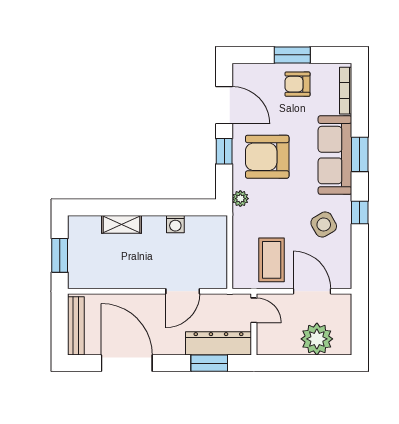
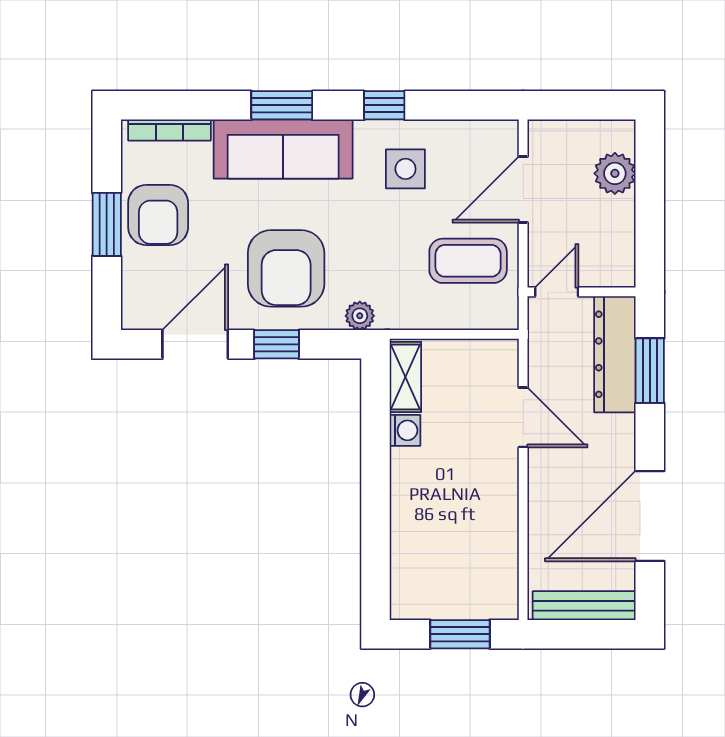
armchair: (298, 84) -> (158, 215), width x1.38, depth x1.38
shelving: (121, 224) -> (405, 377), moved
side table: (324, 224) -> (405, 169), turned 30
plant: (317, 339) -> (615, 173), width x0.73, depth x0.73

